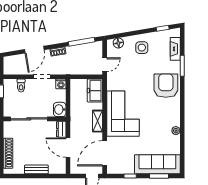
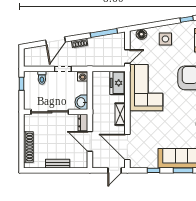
corner sofa: (123, 114) -> (146, 88), moved
door: (105, 153) -> (127, 147), hinge flipped

